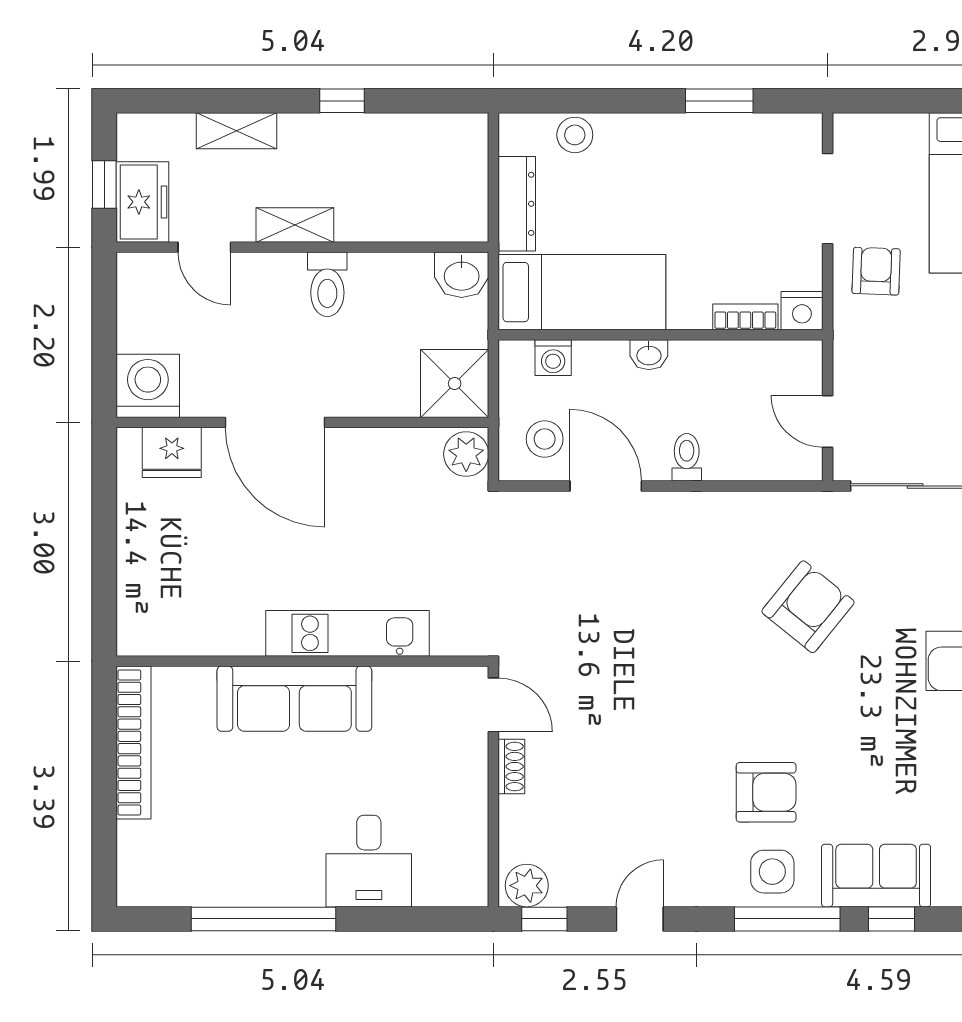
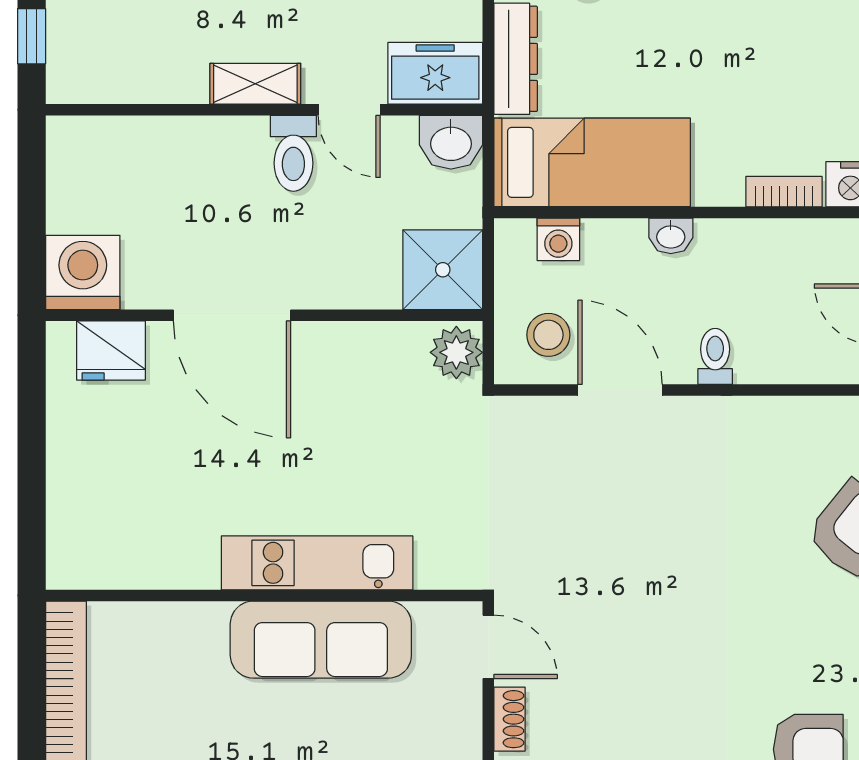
freezer: (142, 202) -> (435, 73), moved, turned -90
door: (204, 247) -> (349, 110), moved
sofa: (294, 699) -> (321, 640), moved

